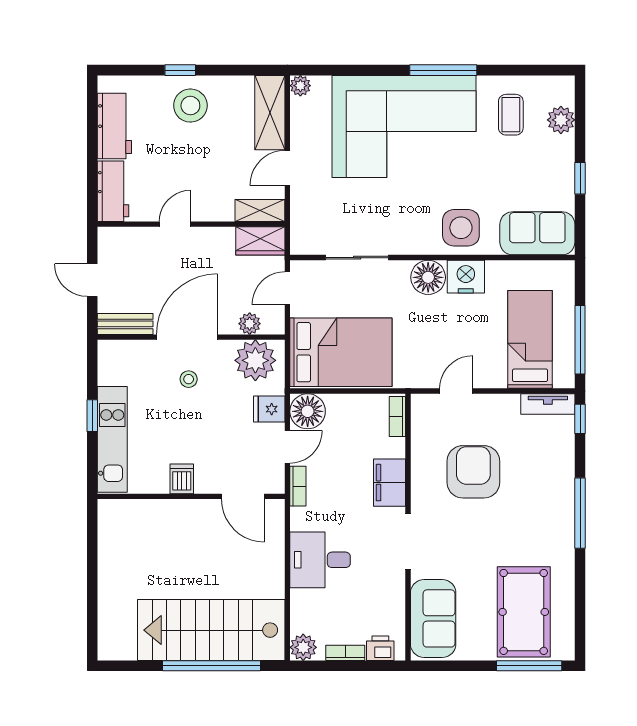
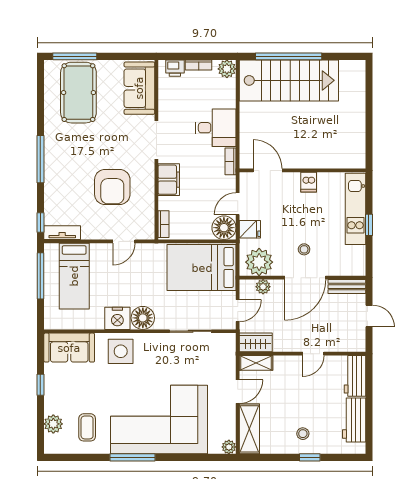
stool: (190, 106) -> (303, 434), width x0.53, depth x0.53
bookcase: (298, 486) -> (230, 161), moved

